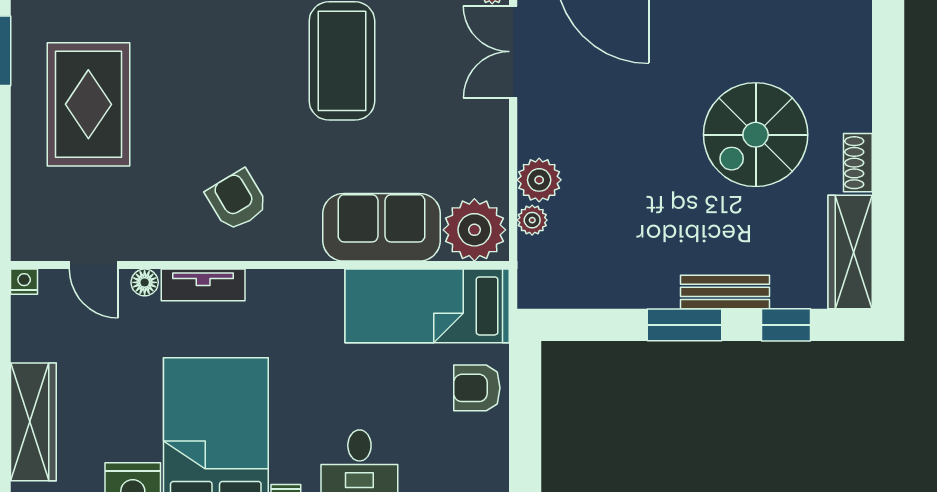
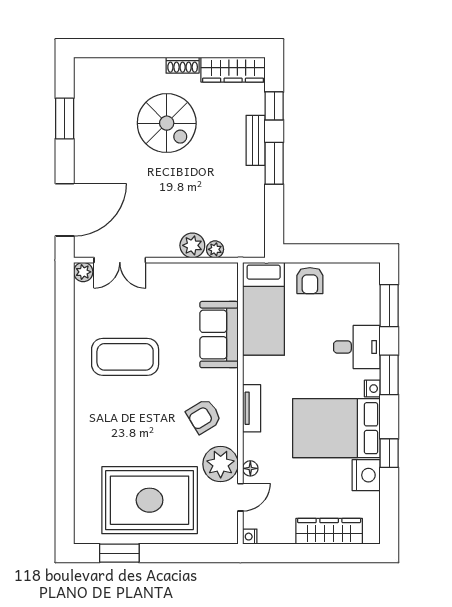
rug: (88, 104) -> (150, 500), width x1.37, depth x1.44
plant: (474, 230) -> (221, 464), moved
tv unit: (203, 285) -> (252, 408), moved

